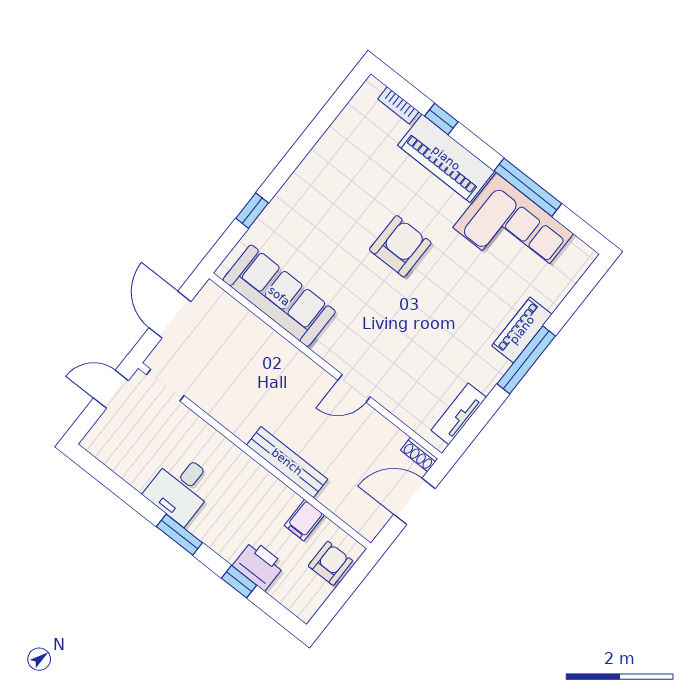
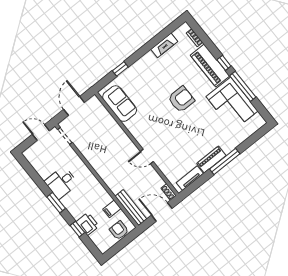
window: (441, 119) -> (224, 63), moved
fireplace: (336, 137) -> (164, 45), added
sofa: (279, 296) -> (120, 104), width x0.73
piano: (522, 330) -> (211, 159), moved
bench: (287, 462) -> (131, 208), moved
armchair: (330, 563) -> (119, 230), turned -90

